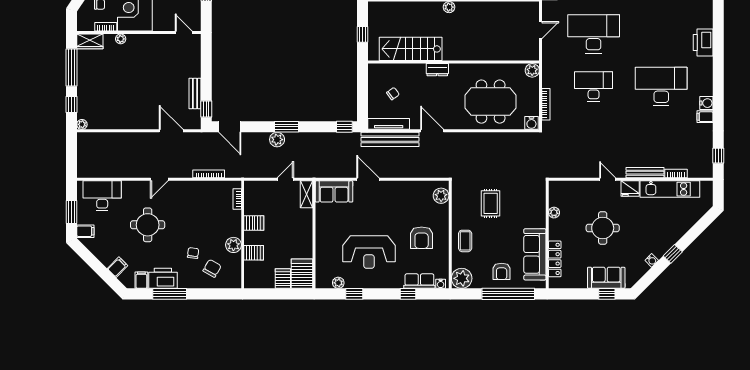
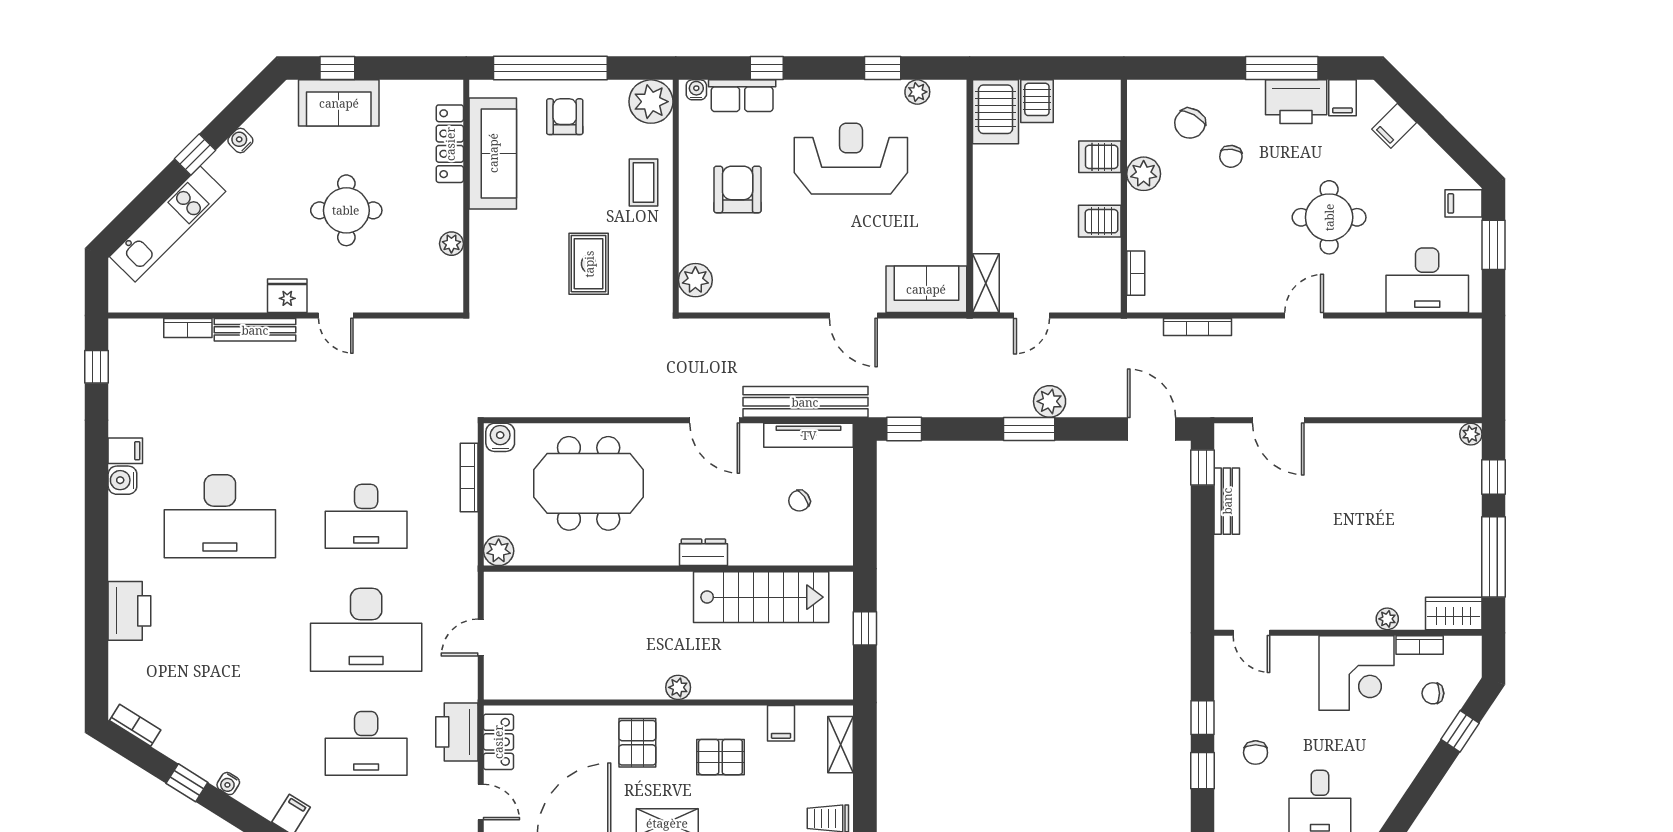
kitchen unit: (670, 189) -> (168, 224), moved, turned 135

